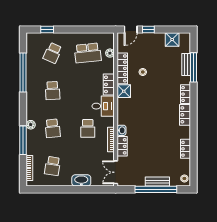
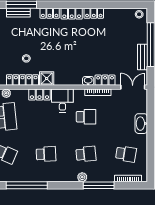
locker: (185, 149) -> (94, 13), moved
double door: (116, 172) -> (133, 87), swing flipped
bench: (157, 182) -> (142, 57), moved

